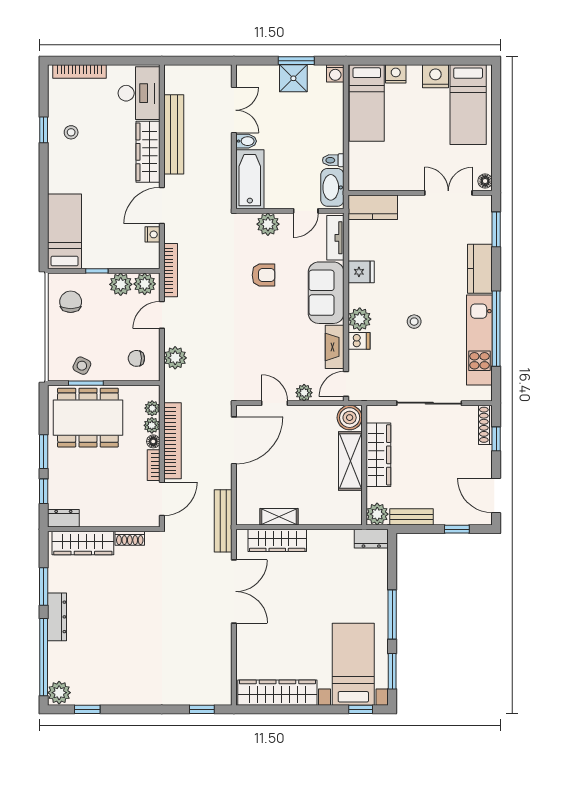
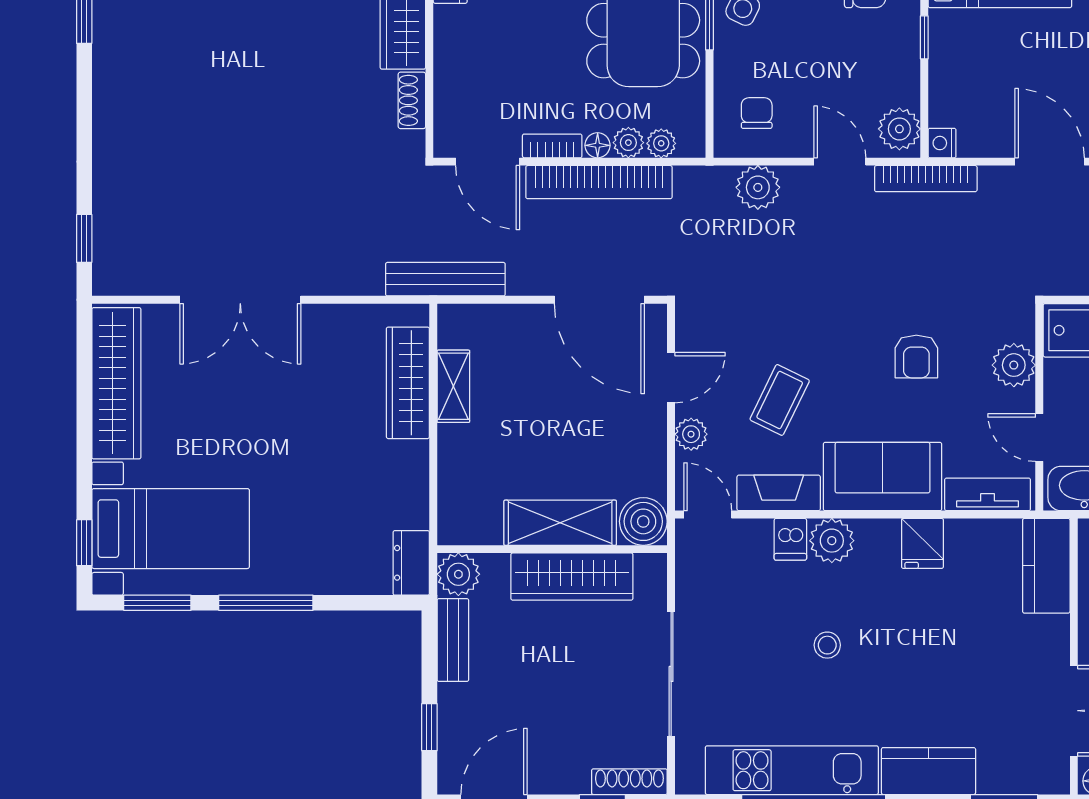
nightstand: (152, 234) -> (942, 143), moved, turned 90
plant: (121, 284) -> (899, 83), removed
coffee table: (286, 346) -> (780, 400), added
double door: (234, 591) -> (240, 300), moved

